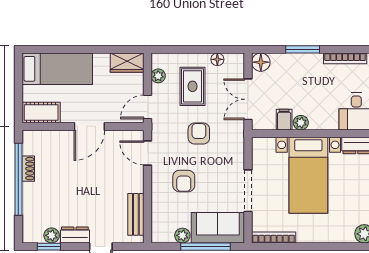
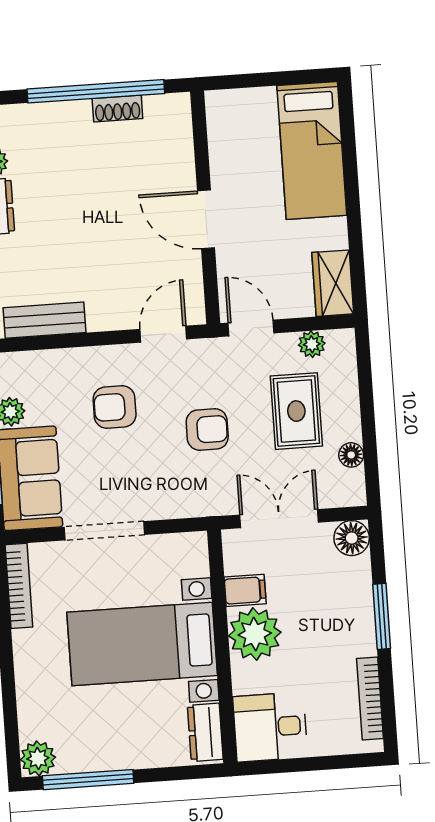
rug: (193, 86) -> (296, 411), turned 90
cot: (41, 113) -> (226, 125), removed
plant: (301, 123) -> (255, 634), width x1.88, depth x1.88

